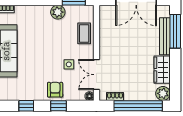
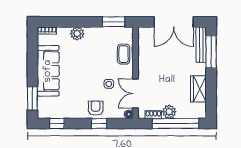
plant: (58, 12) -> (77, 34), moved
bench: (165, 36) -> (201, 45), moved
plant: (163, 93) -> (169, 112), moved
window: (26, 106) -> (57, 124), moved

